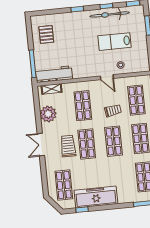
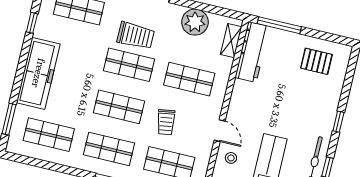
door: (107, 77) -> (220, 131), swing flipped
freezer: (96, 197) -> (38, 73), moved

